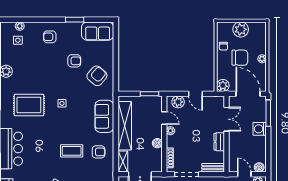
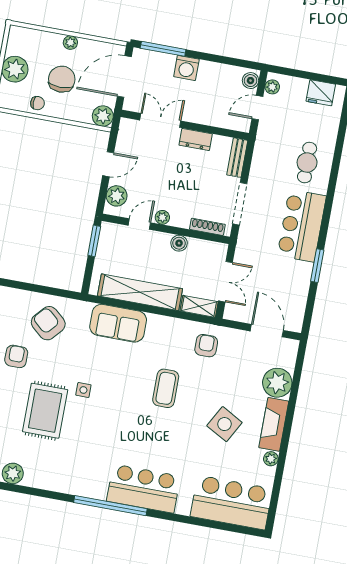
rug: (29, 105) -> (45, 411), moved
armchair: (99, 152) -> (206, 346), moved

